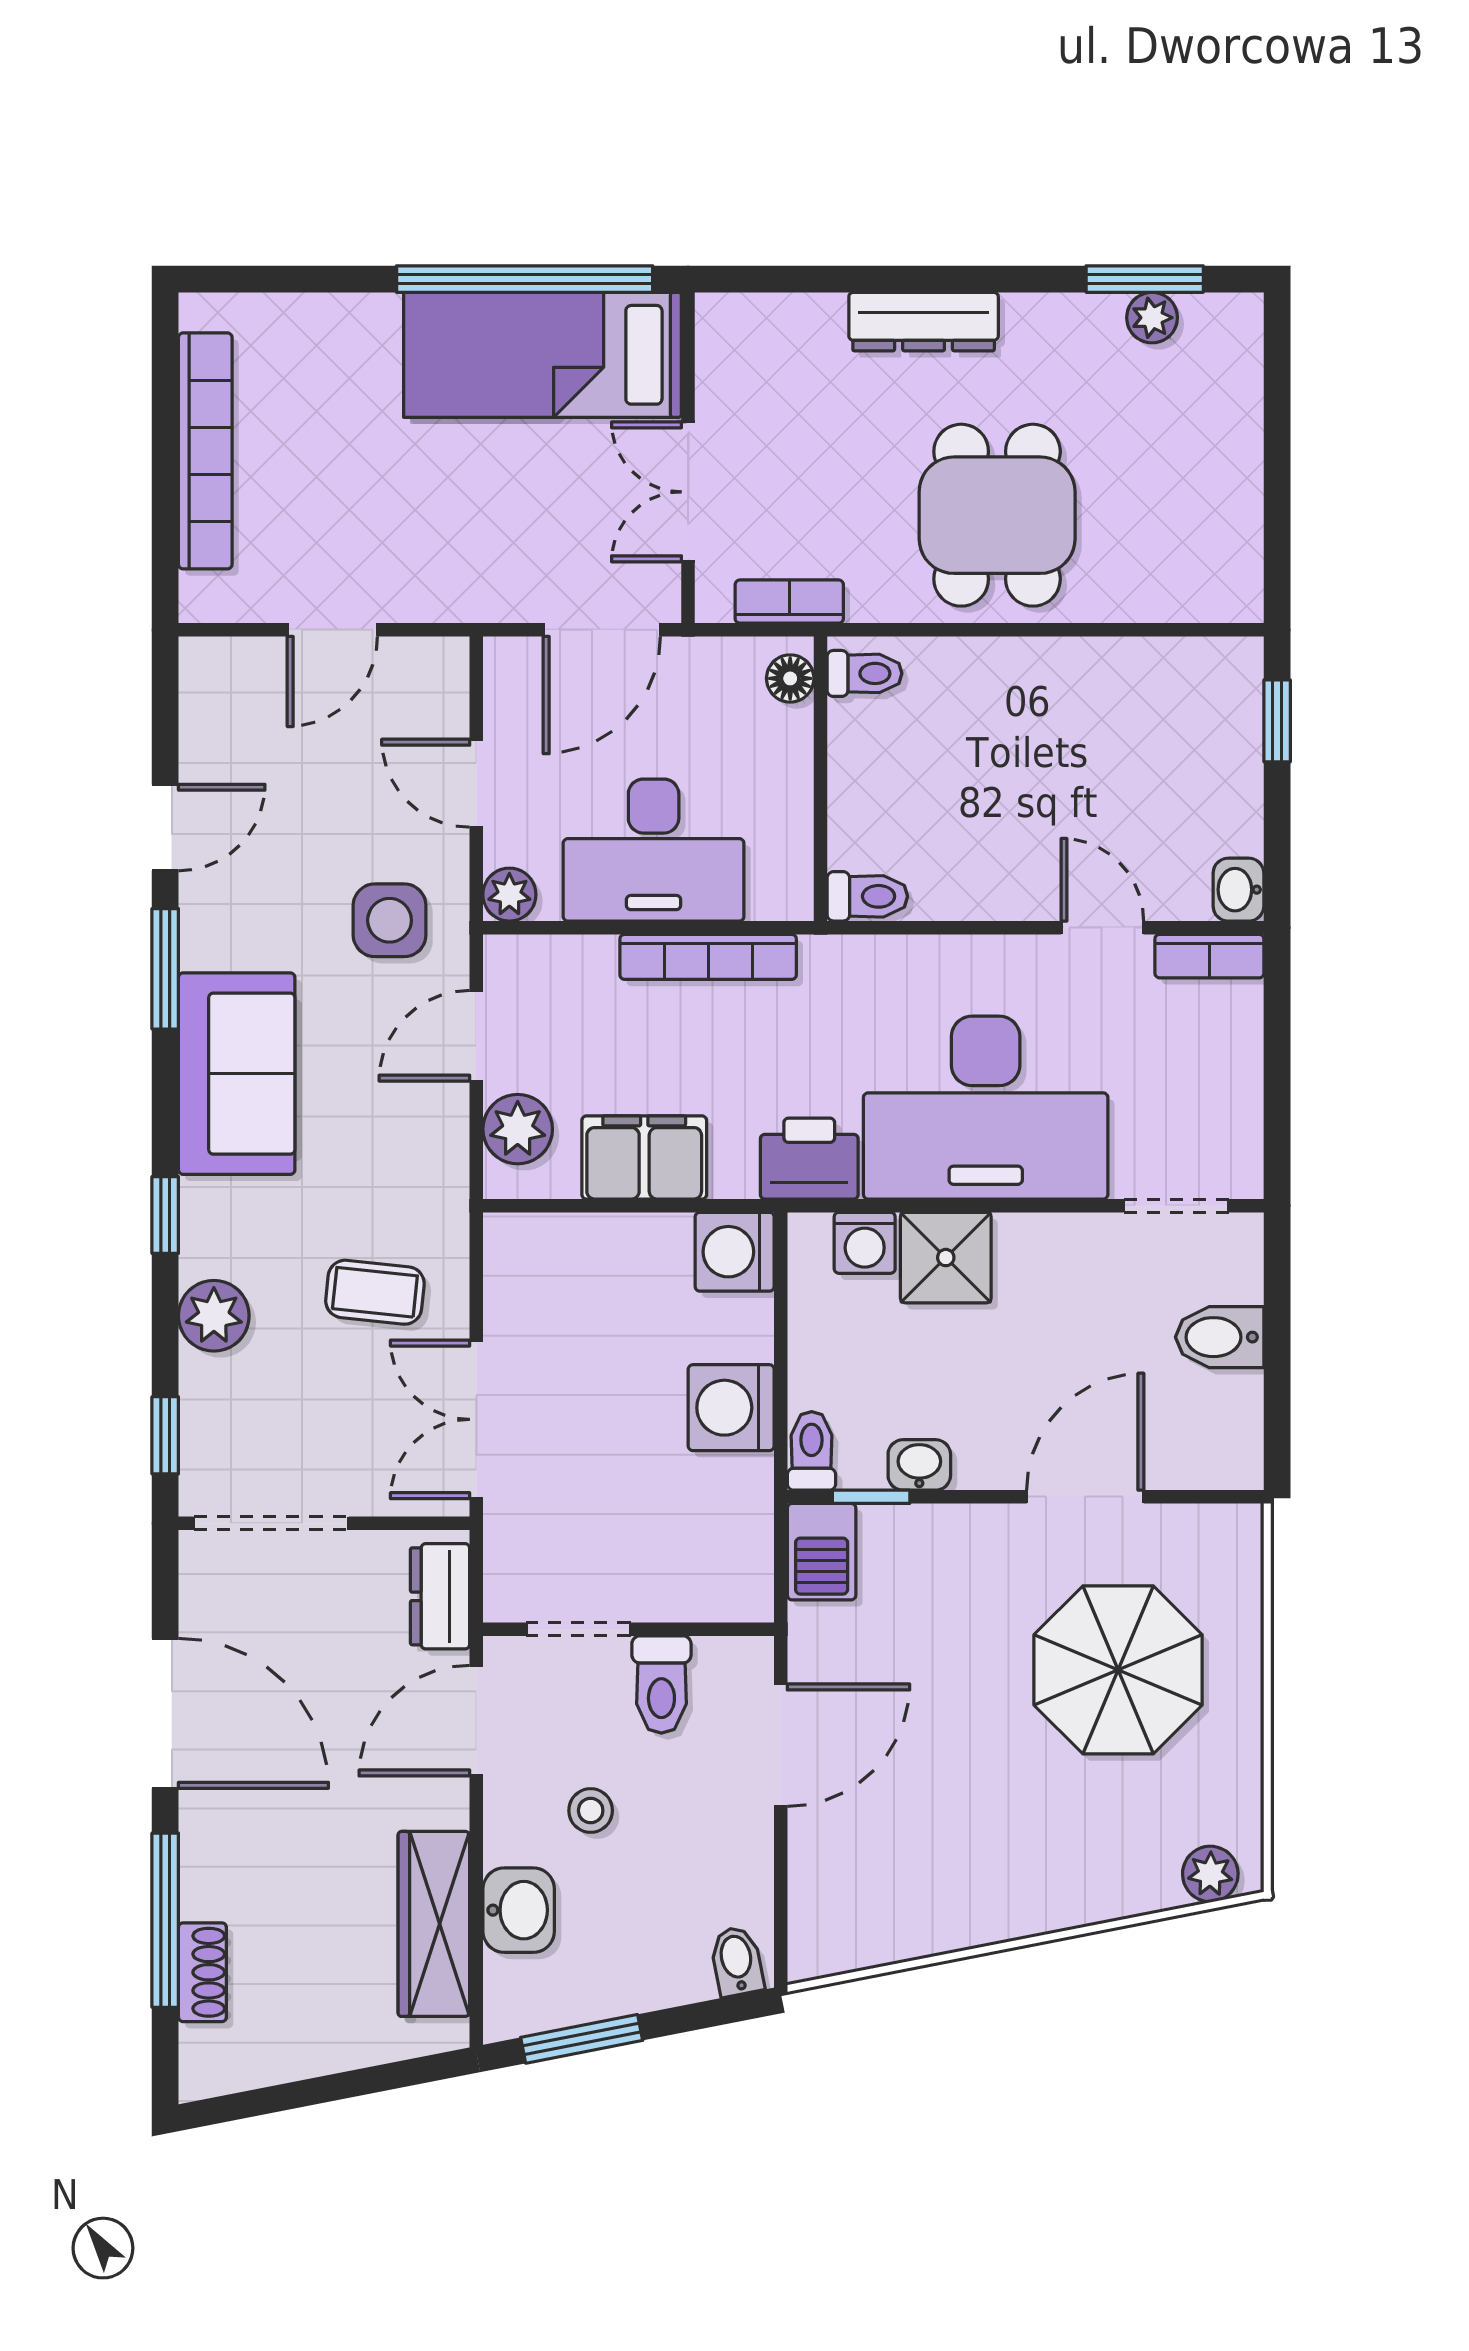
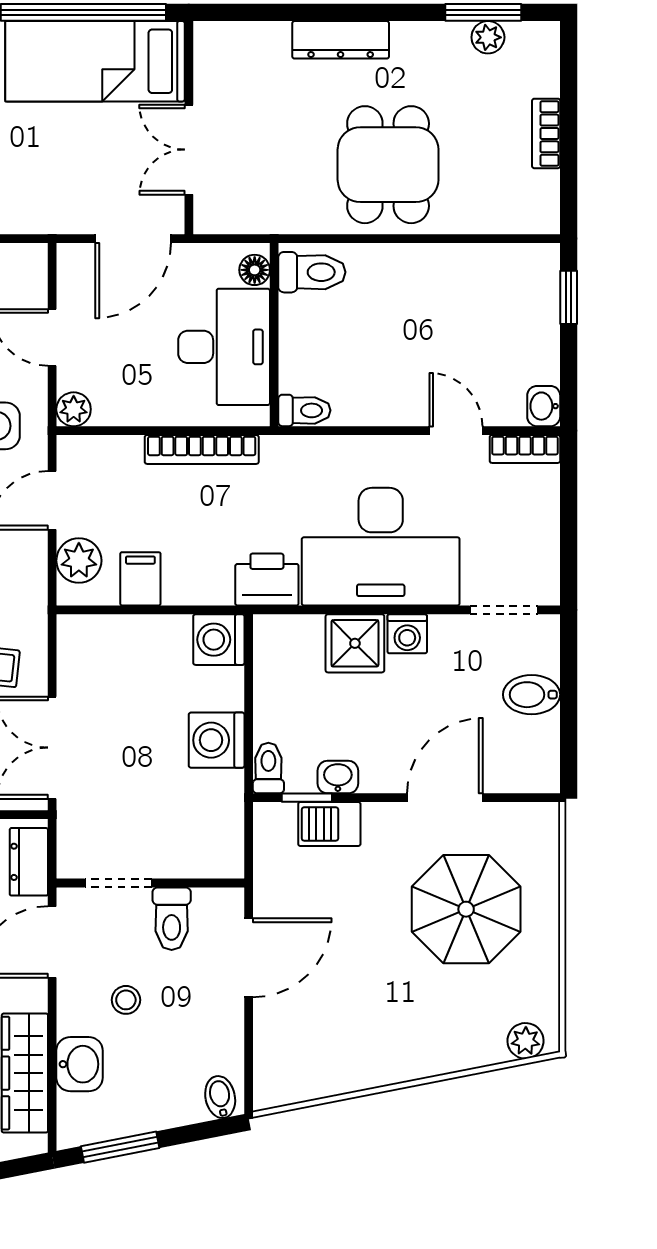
bookcase: (789, 602) -> (546, 133), moved, turned -90
toilet: (864, 673) -> (312, 272), width x1.37, depth x1.39
desk: (654, 850) -> (224, 347), moved, turned -90
filing cabinet: (644, 1157) -> (140, 579), width x0.50
washing machine: (865, 1243) -> (407, 634), moved
barbecue: (822, 1552) -> (329, 824), moved, turned 90

